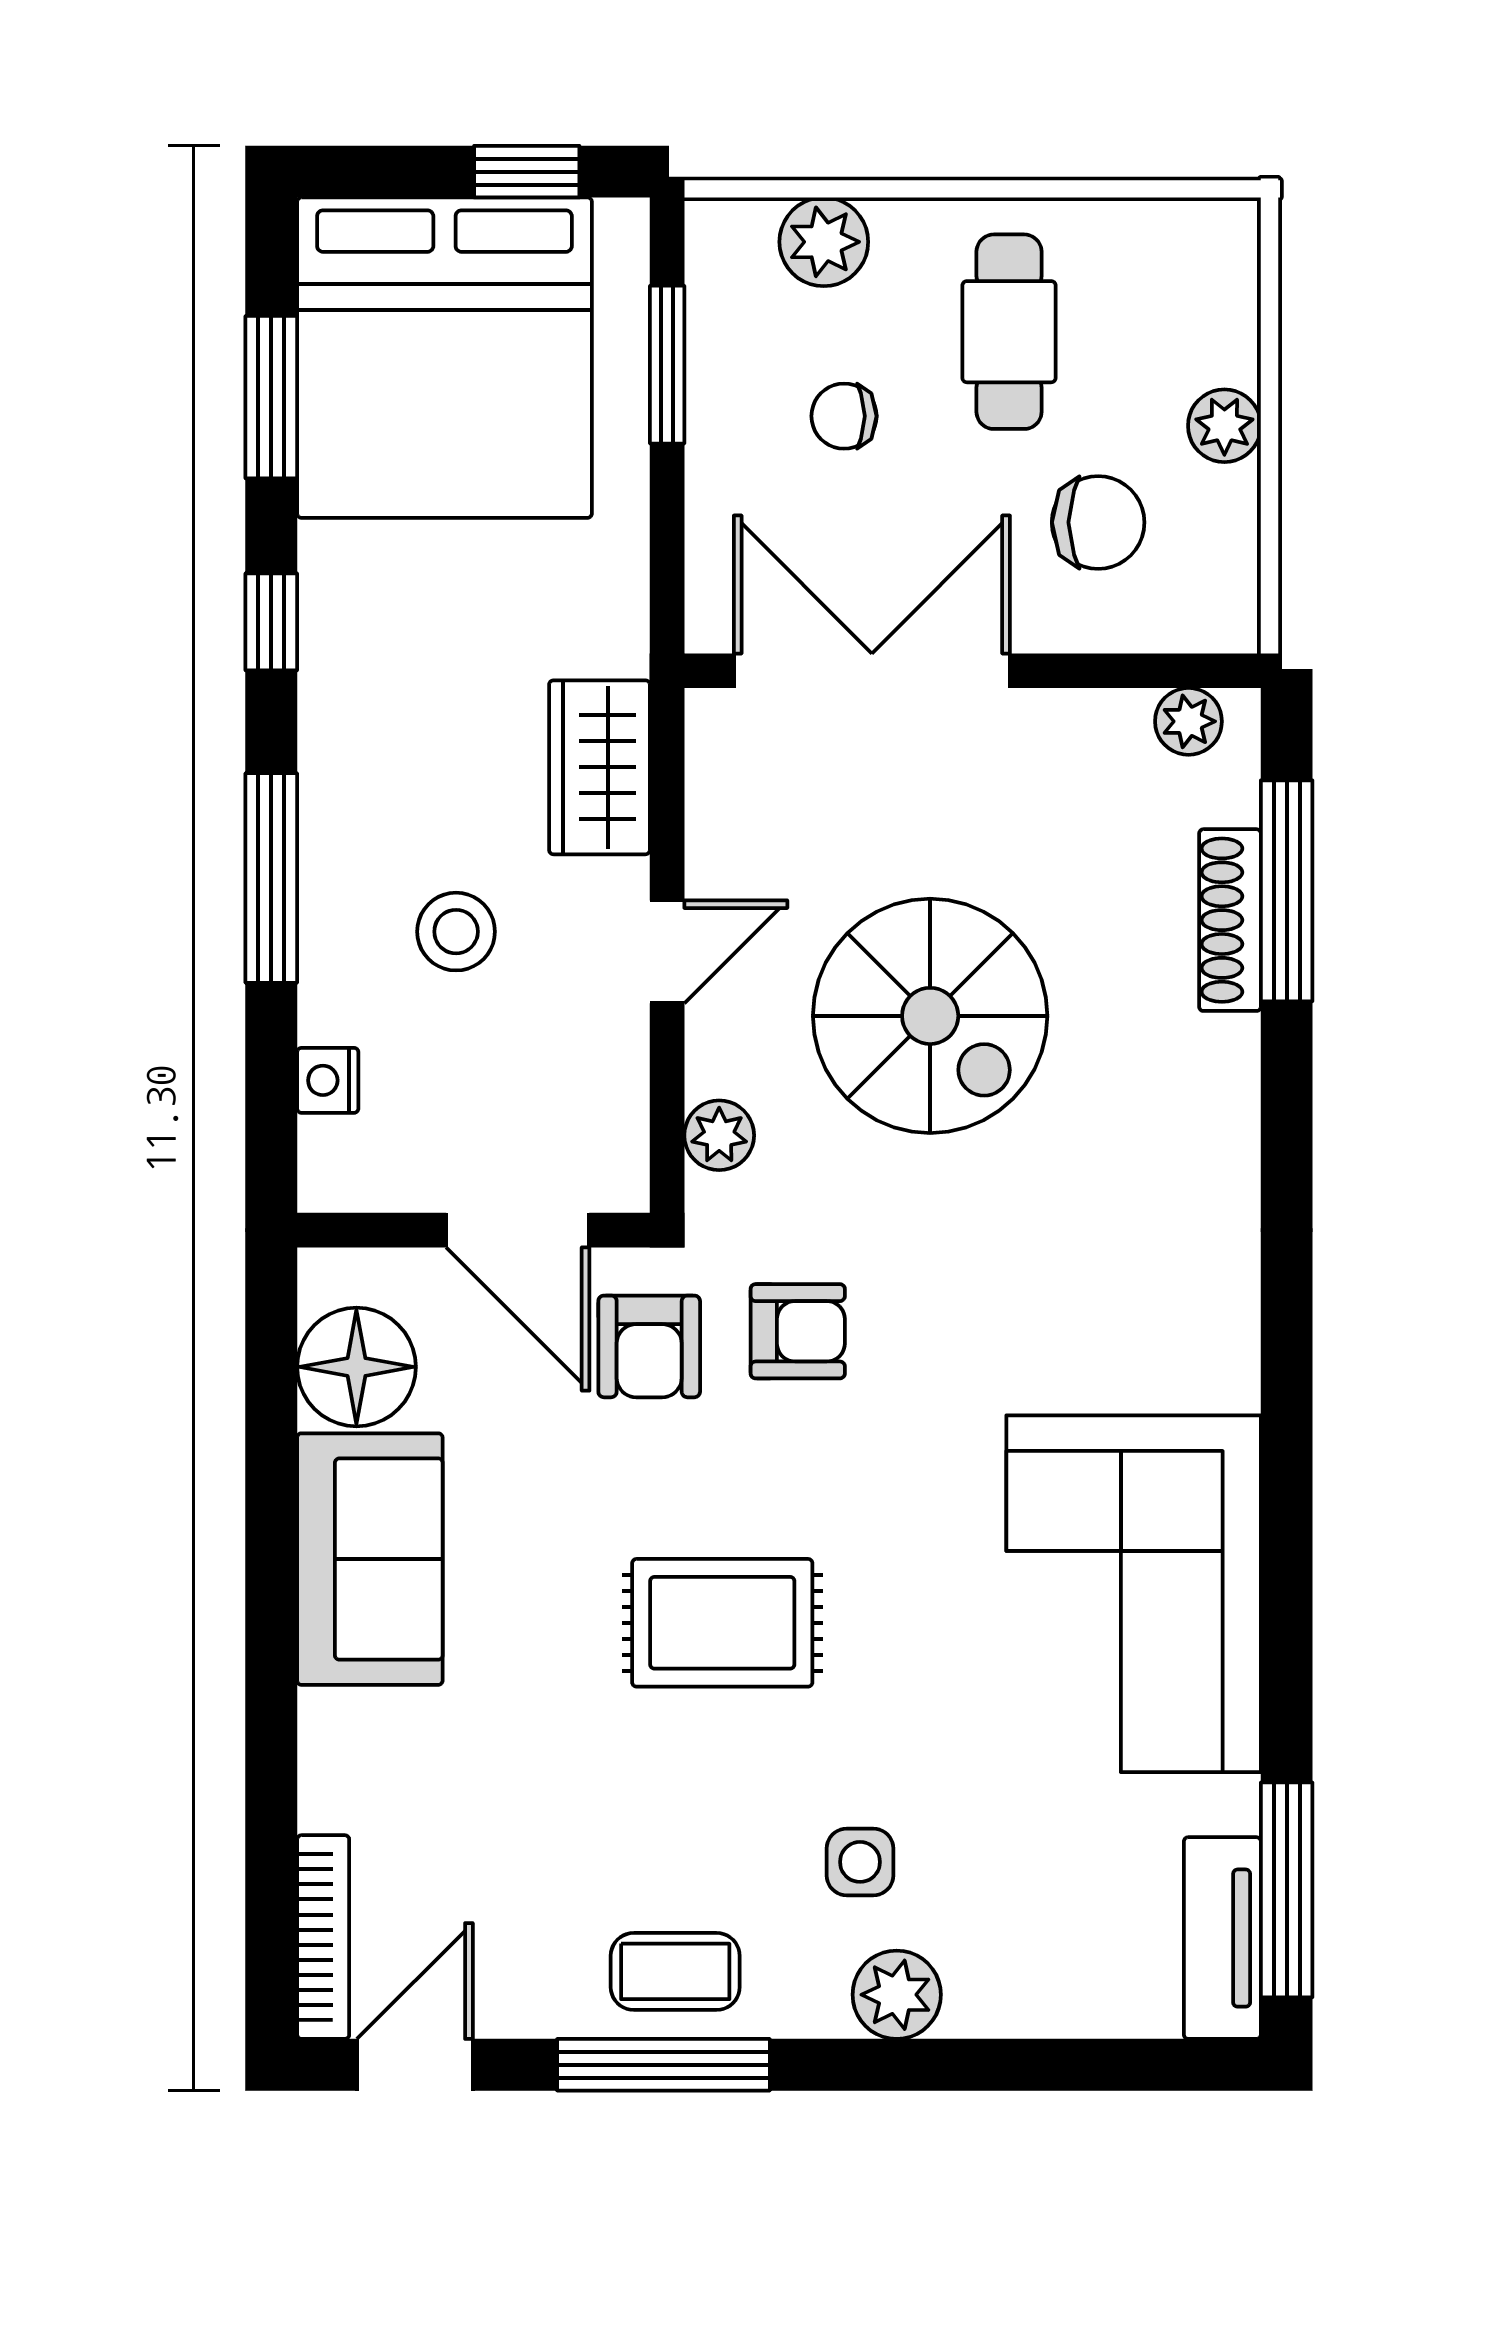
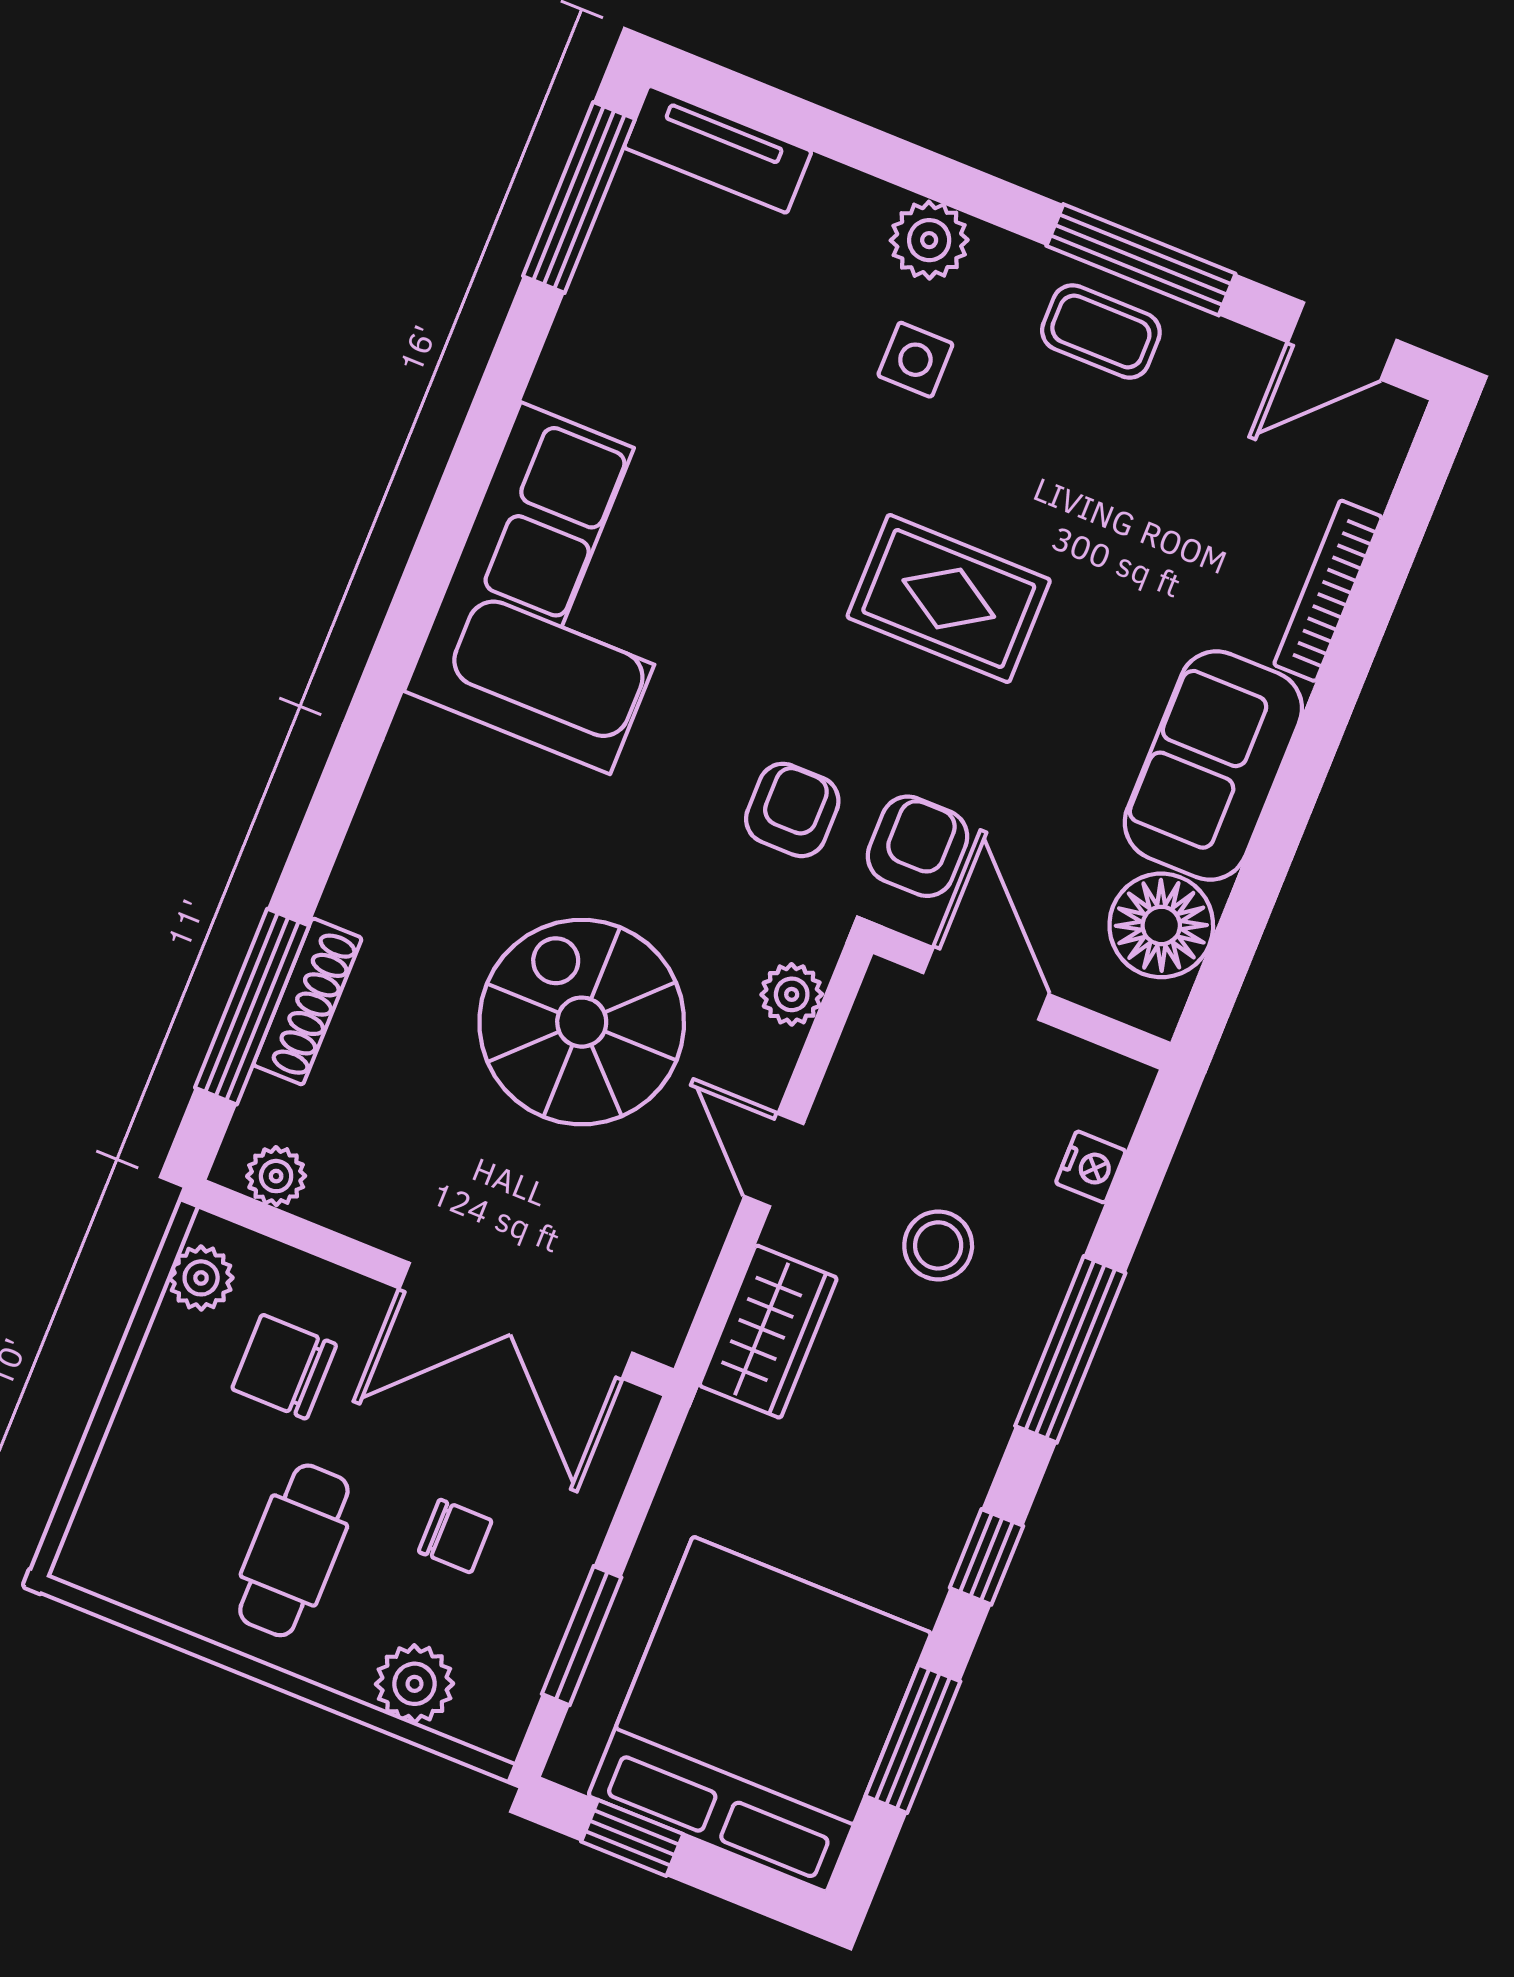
plant: (1224, 426) -> (201, 1278), moved
door: (667, 952) -> (774, 1160), hinge flipped
armchair: (798, 1331) -> (792, 810), turned 90
corner sofa: (1134, 1594) -> (565, 588), moved
bookcase: (323, 1937) -> (1328, 591), moved
tv unit: (1222, 1938) -> (718, 149), moved, turned 90

